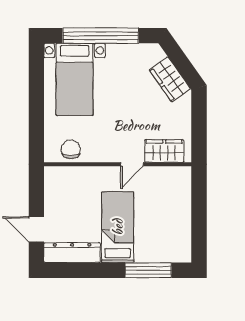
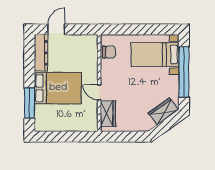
wardrobe: (170, 79) -> (163, 112), moved
bed: (118, 227) -> (58, 88), width x1.50

